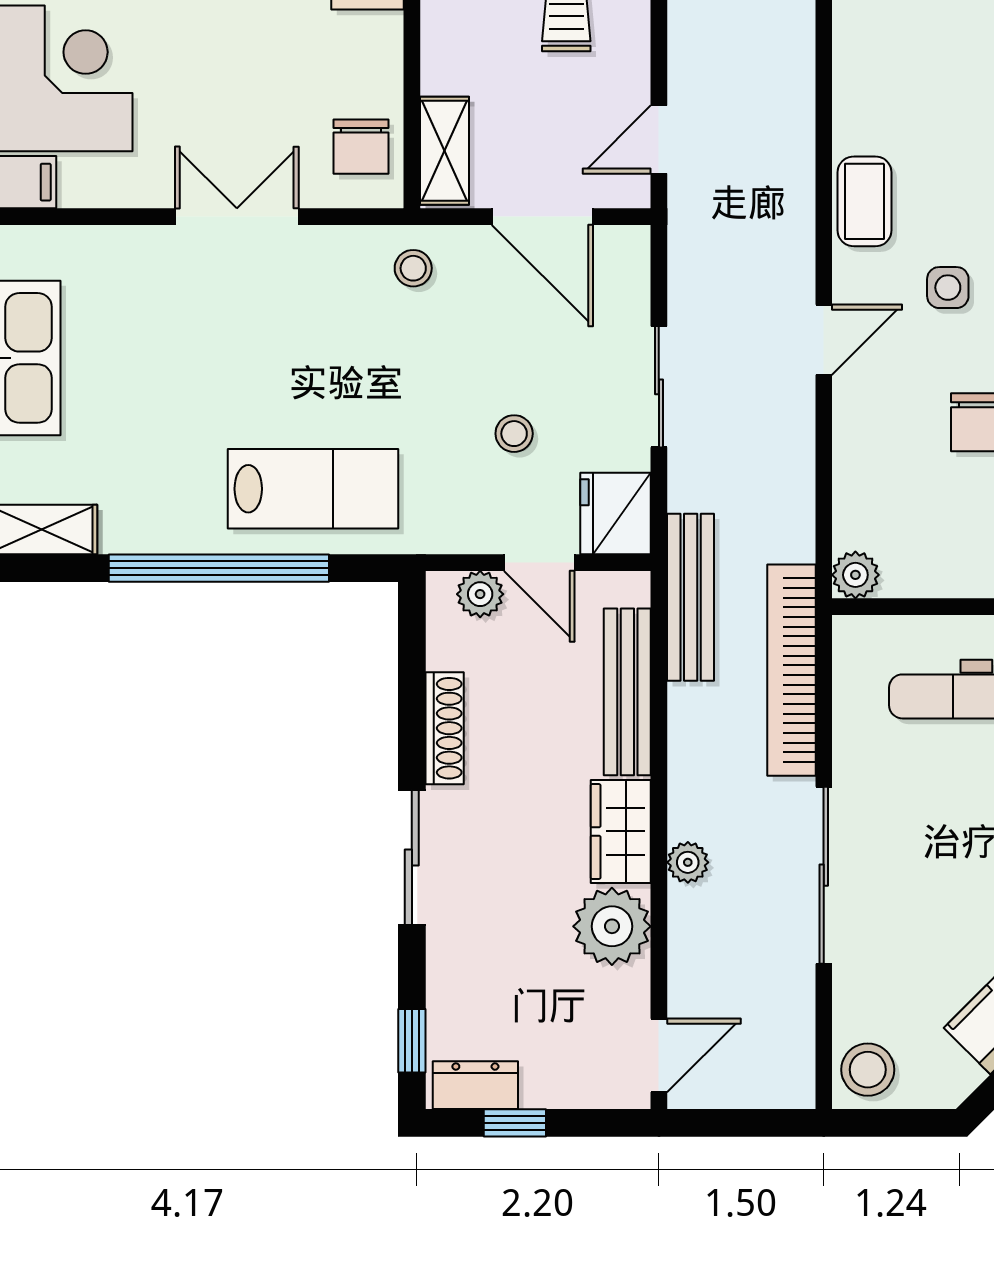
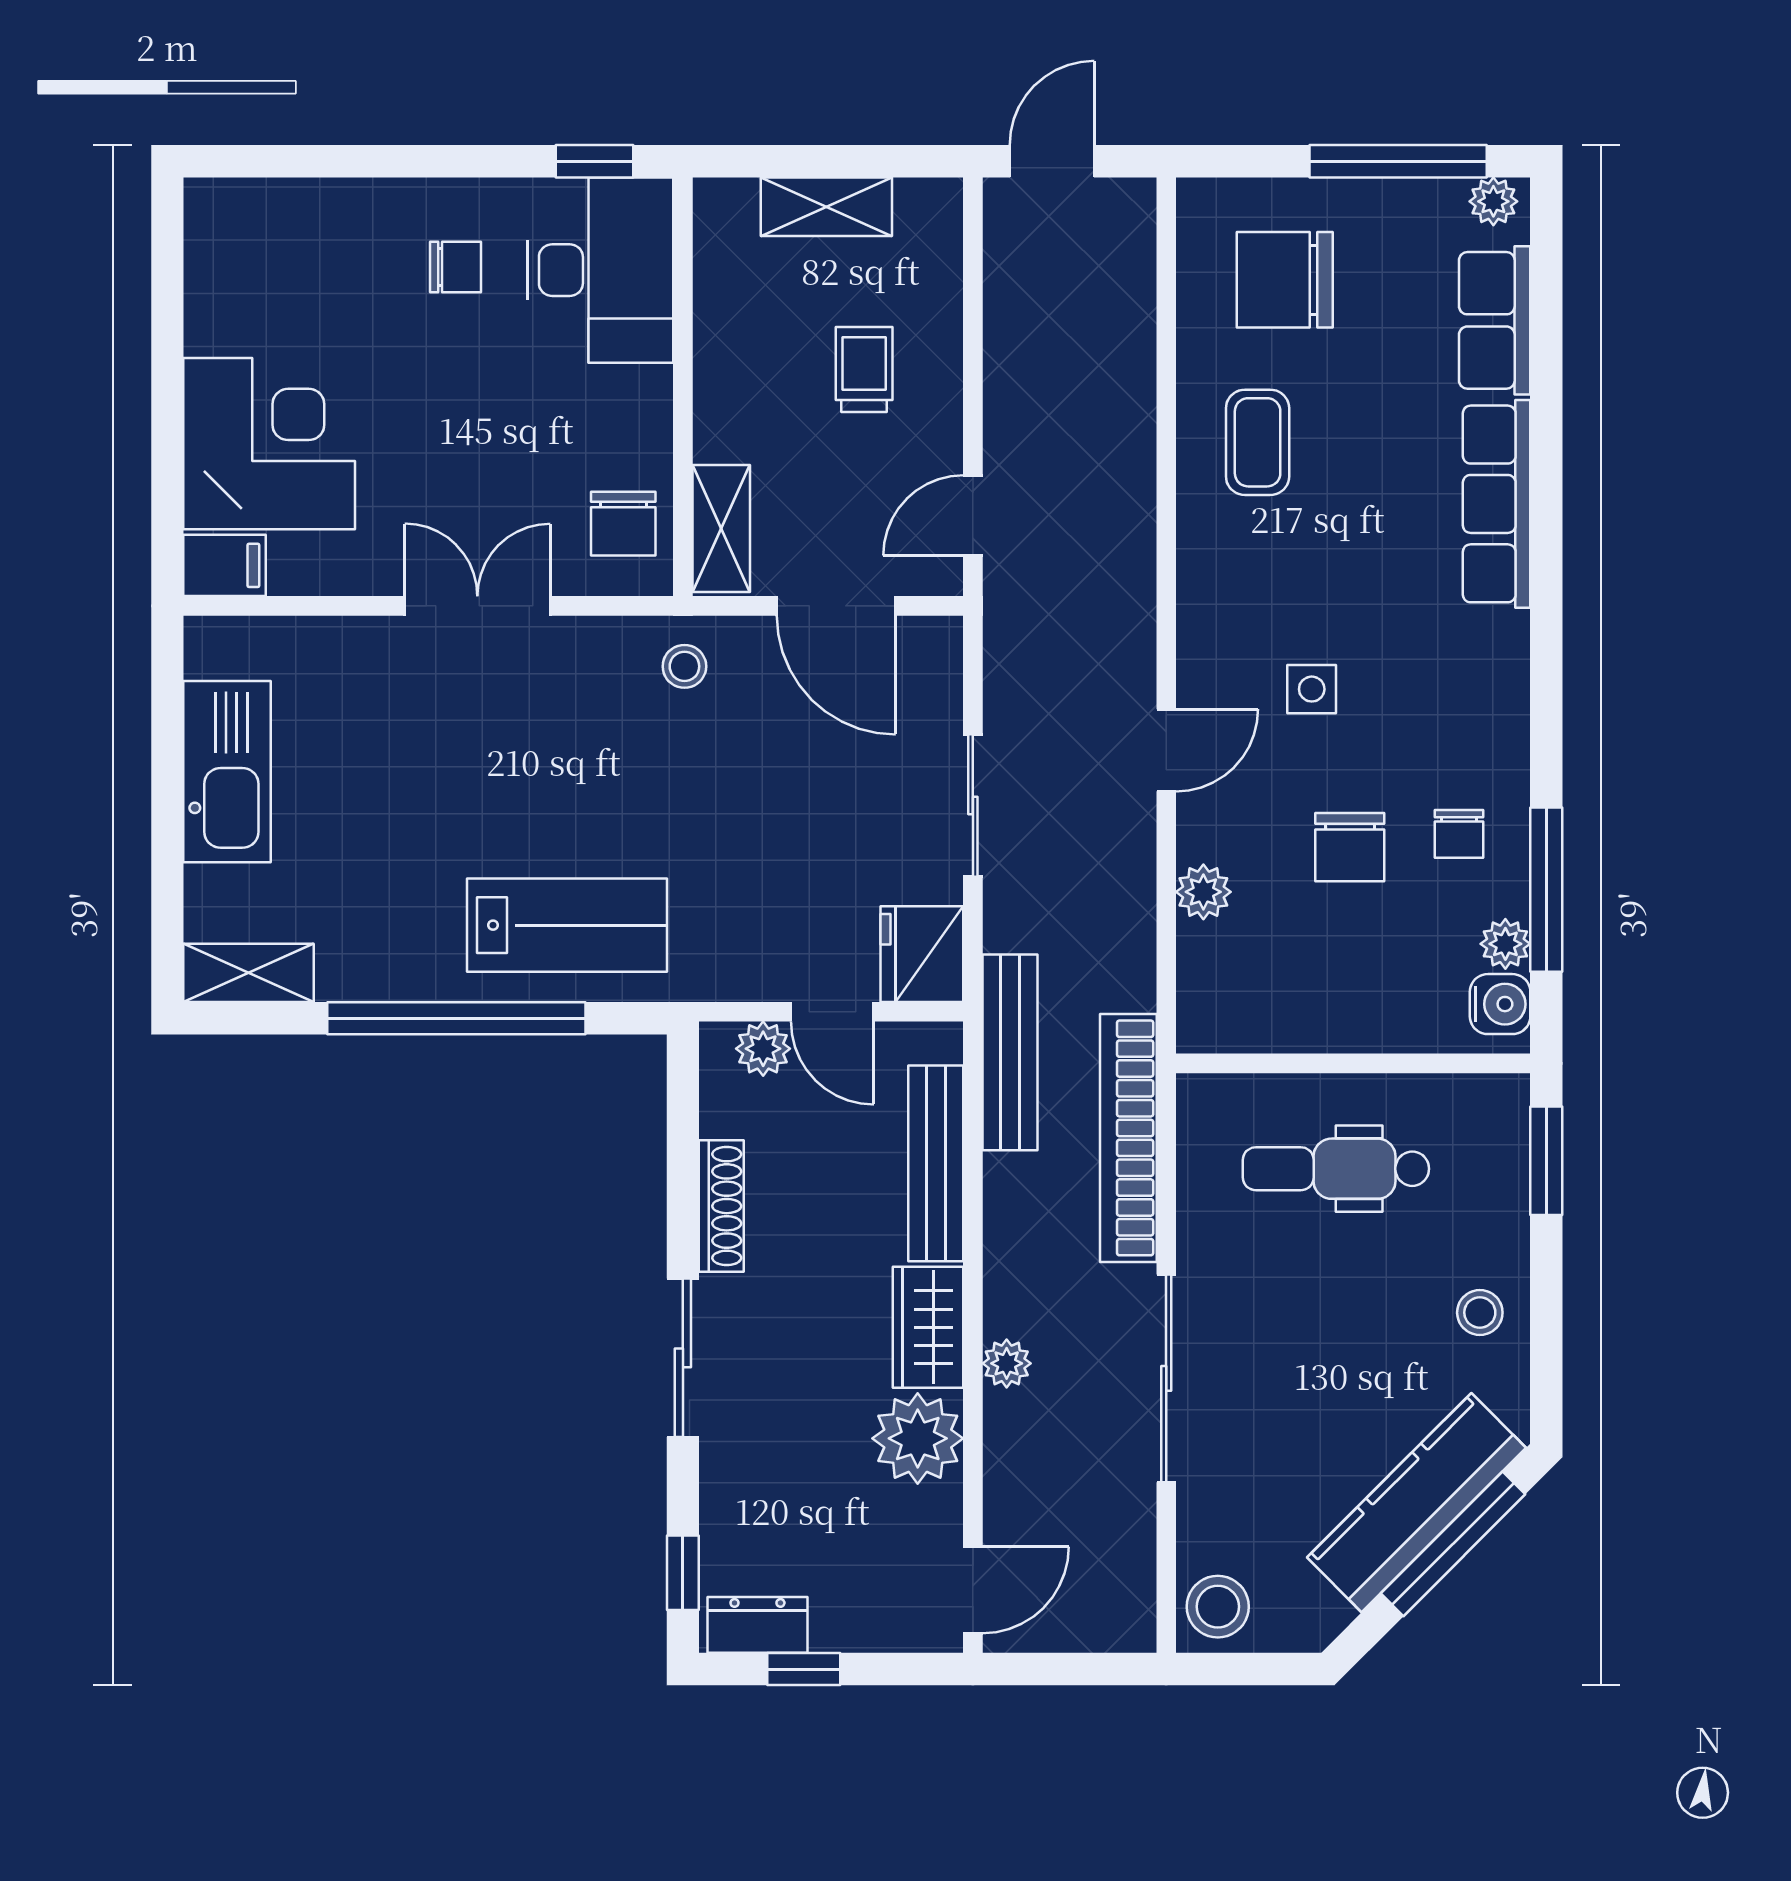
coffee table: (865, 201) -> (1258, 442), moved
stool: (514, 434) -> (803, 860), removed
plant: (855, 575) -> (1203, 892), moved

